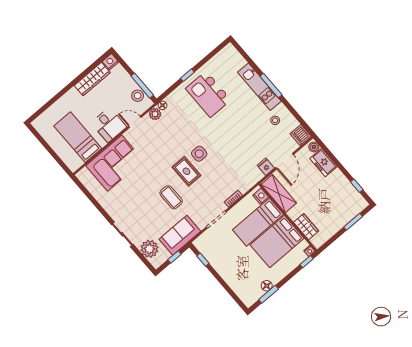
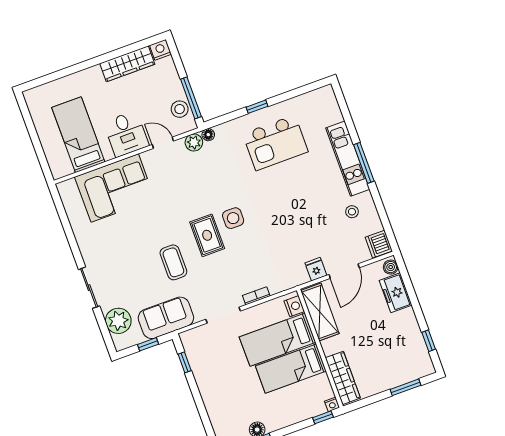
kitchen island: (208, 94) -> (275, 143), turned -90
wardrobe: (306, 227) -> (343, 378), width x1.50
bed: (277, 242) -> (291, 369), width x0.67

